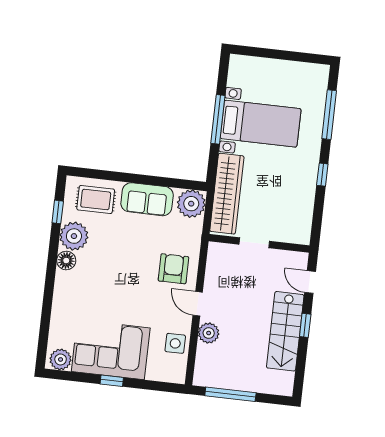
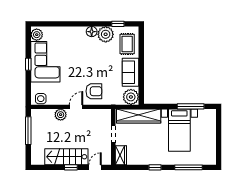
window: (218, 119) -> (191, 106), moved
wardrobe: (294, 234) -> (121, 155), added
side table: (175, 343) -> (41, 99), moved

